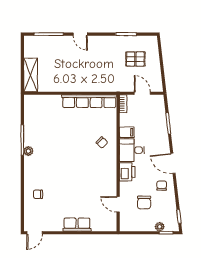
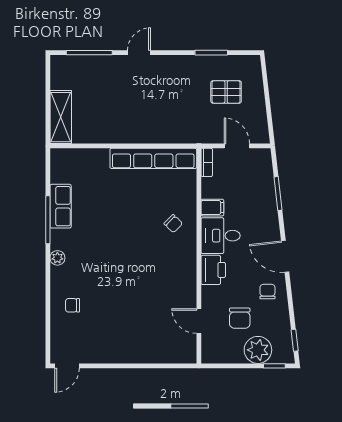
door: (80, 34) -> (139, 53), swing flipped
plant: (28, 151) -> (57, 258), moved
row of seats: (77, 225) -> (61, 206), moved, turned 90
plant: (160, 227) -> (258, 350), width x1.88, depth x1.88

